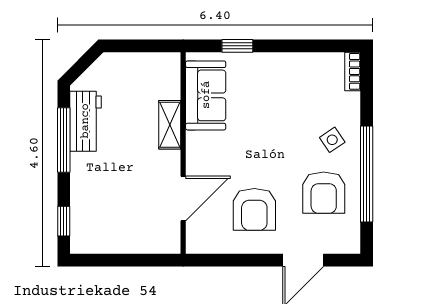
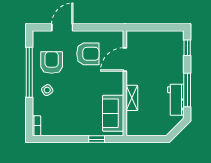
armchair: (254, 209) -> (88, 54), turned 90

